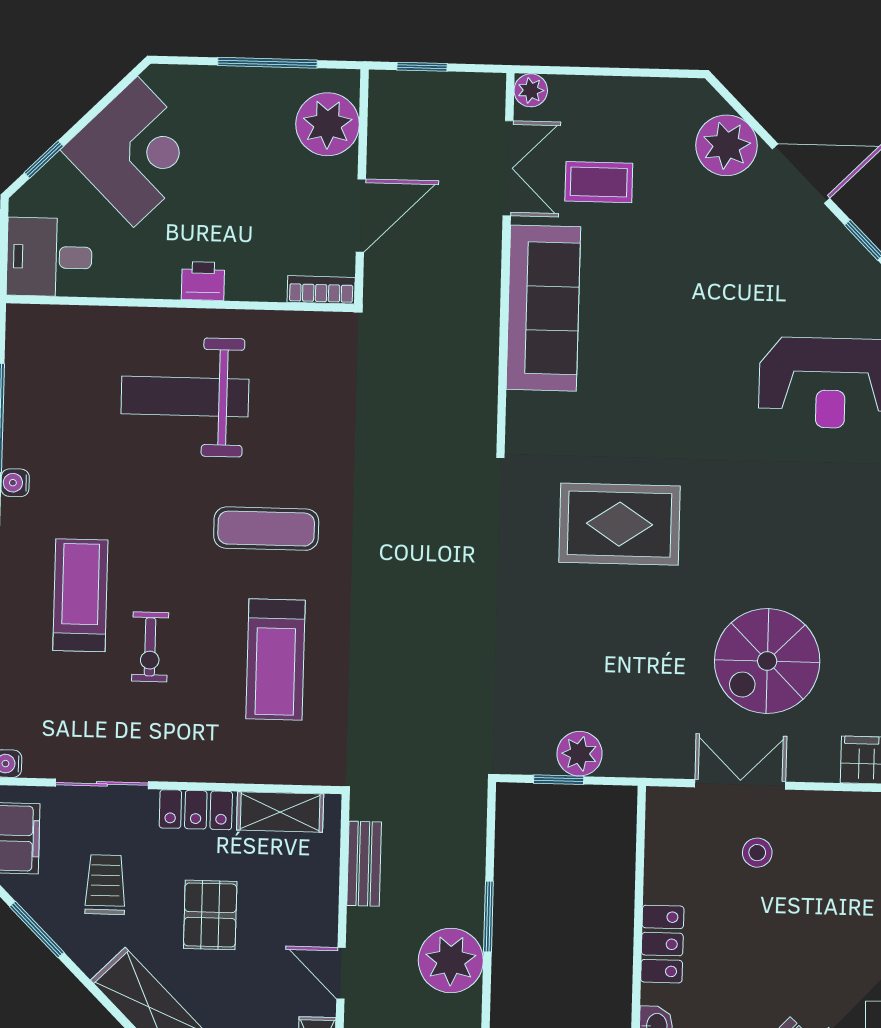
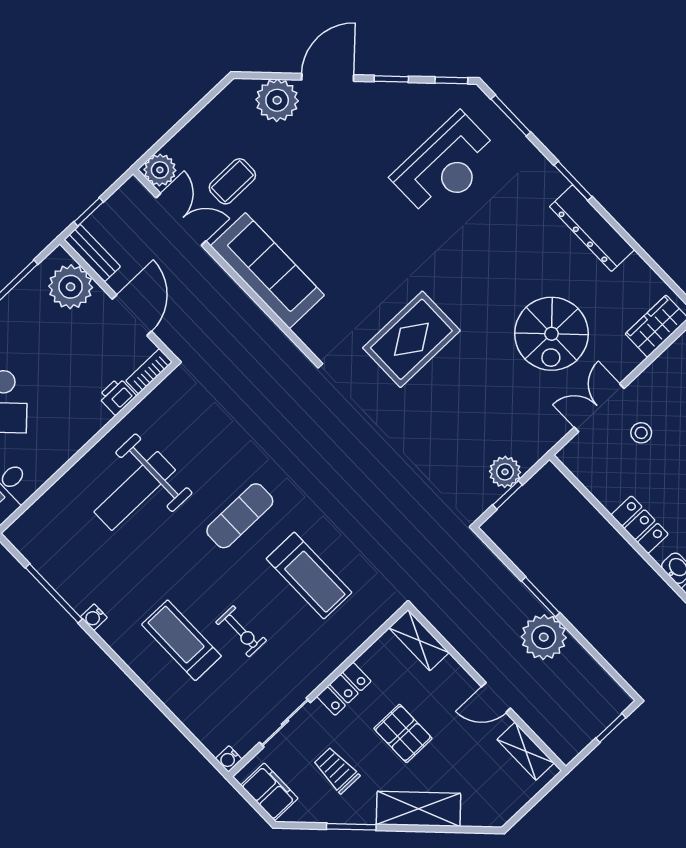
plant: (531, 90) -> (160, 170), width x1.38, depth x1.38
printer: (203, 281) -> (117, 396), moved
shelving: (280, 812) -> (419, 640), moved, turned 90
bench: (364, 864) -> (92, 253), moved
window: (37, 929) -> (351, 827), moved

